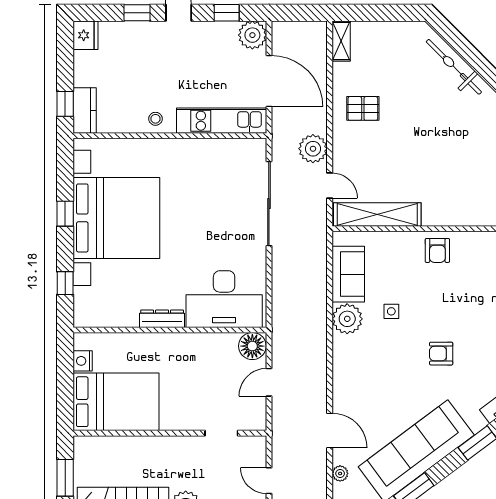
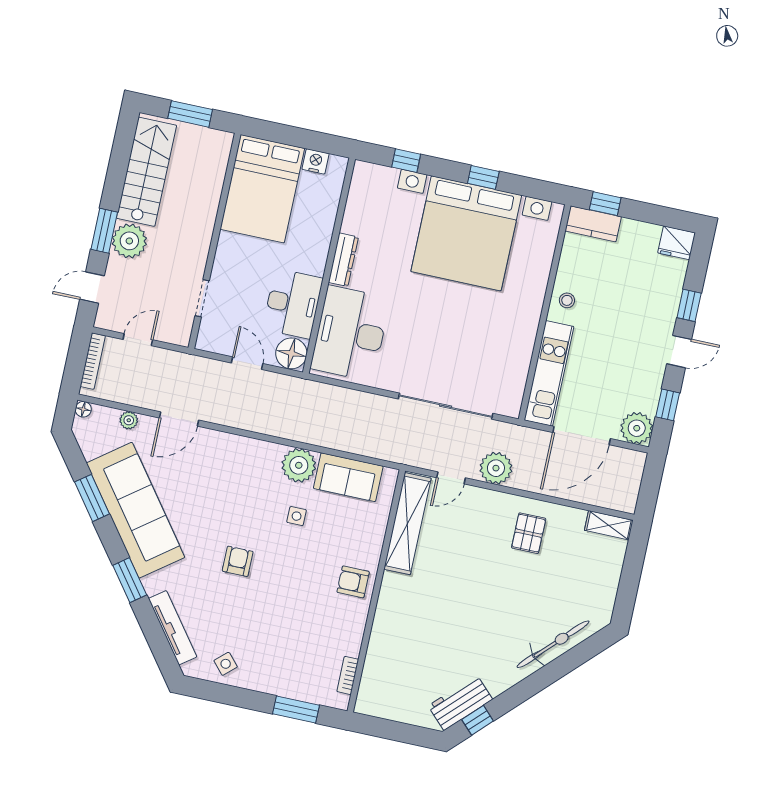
desk: (209, 354) -> (293, 304), added

